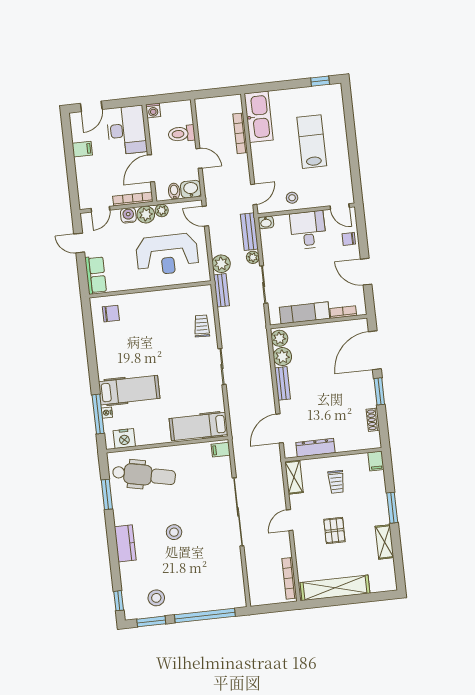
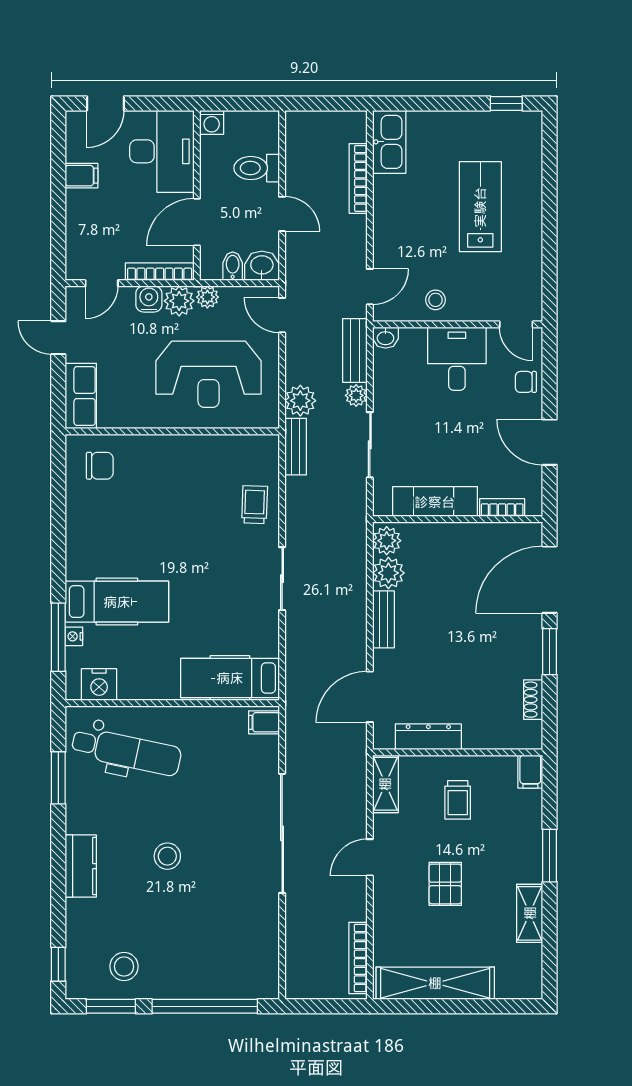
kitchen sink: (259, 117) -> (389, 142), width x0.73, depth x0.81

